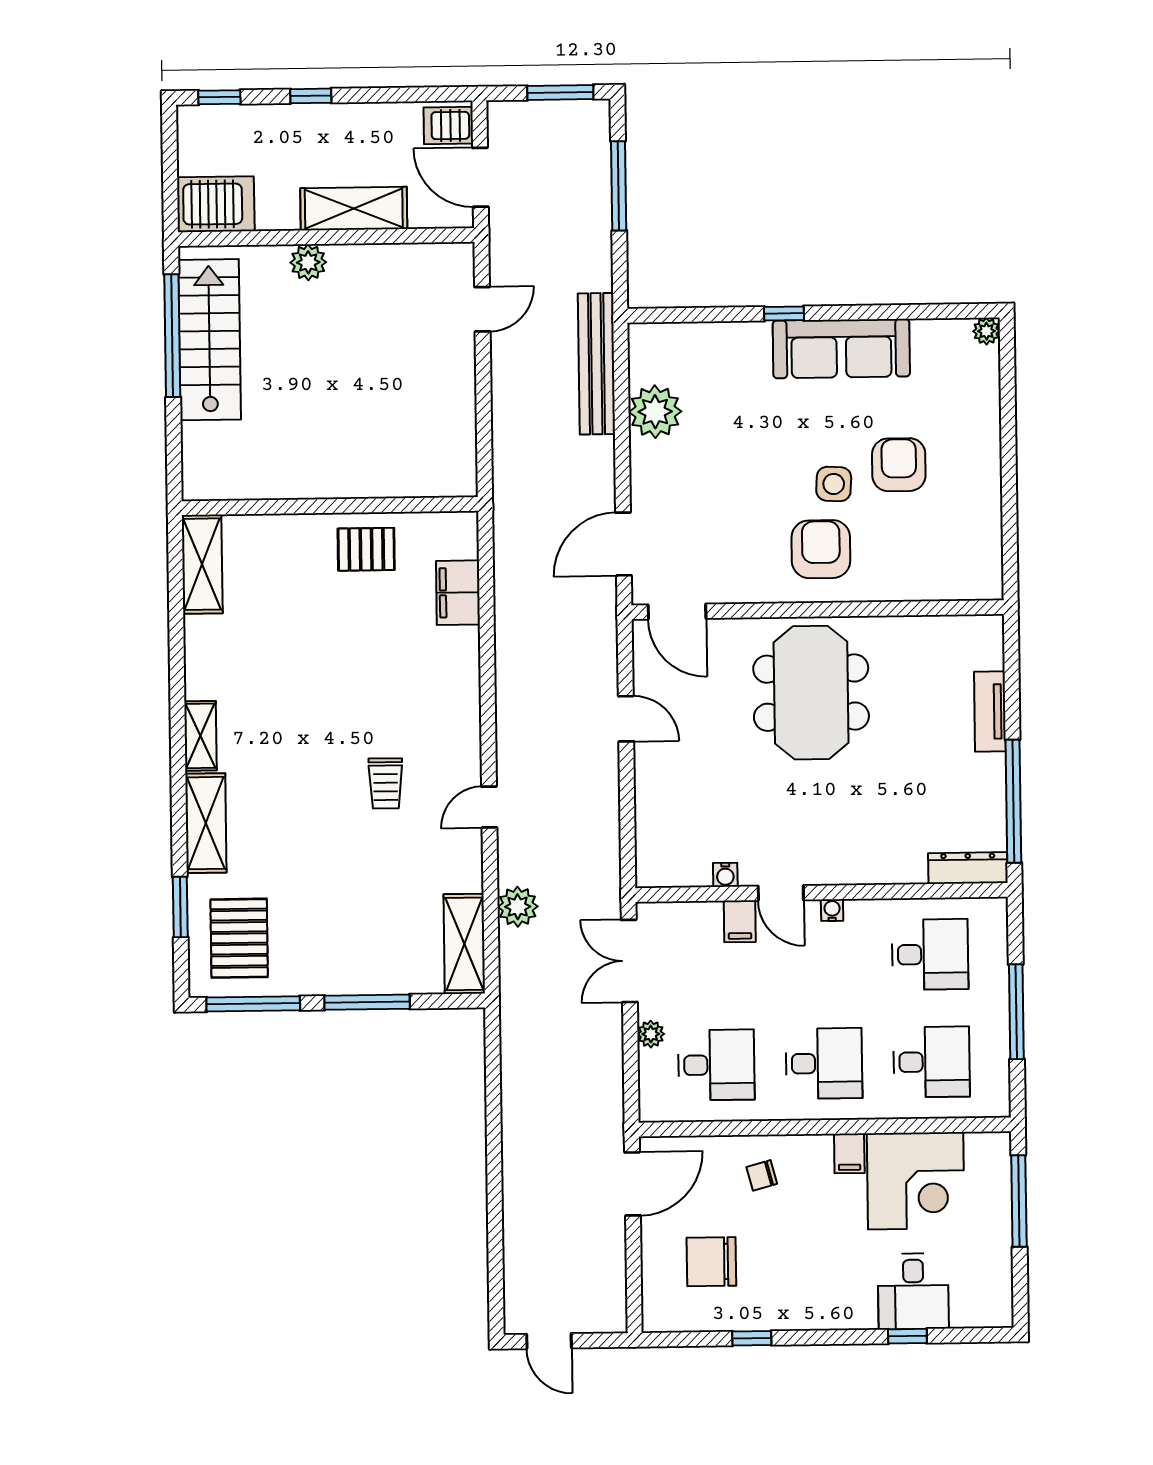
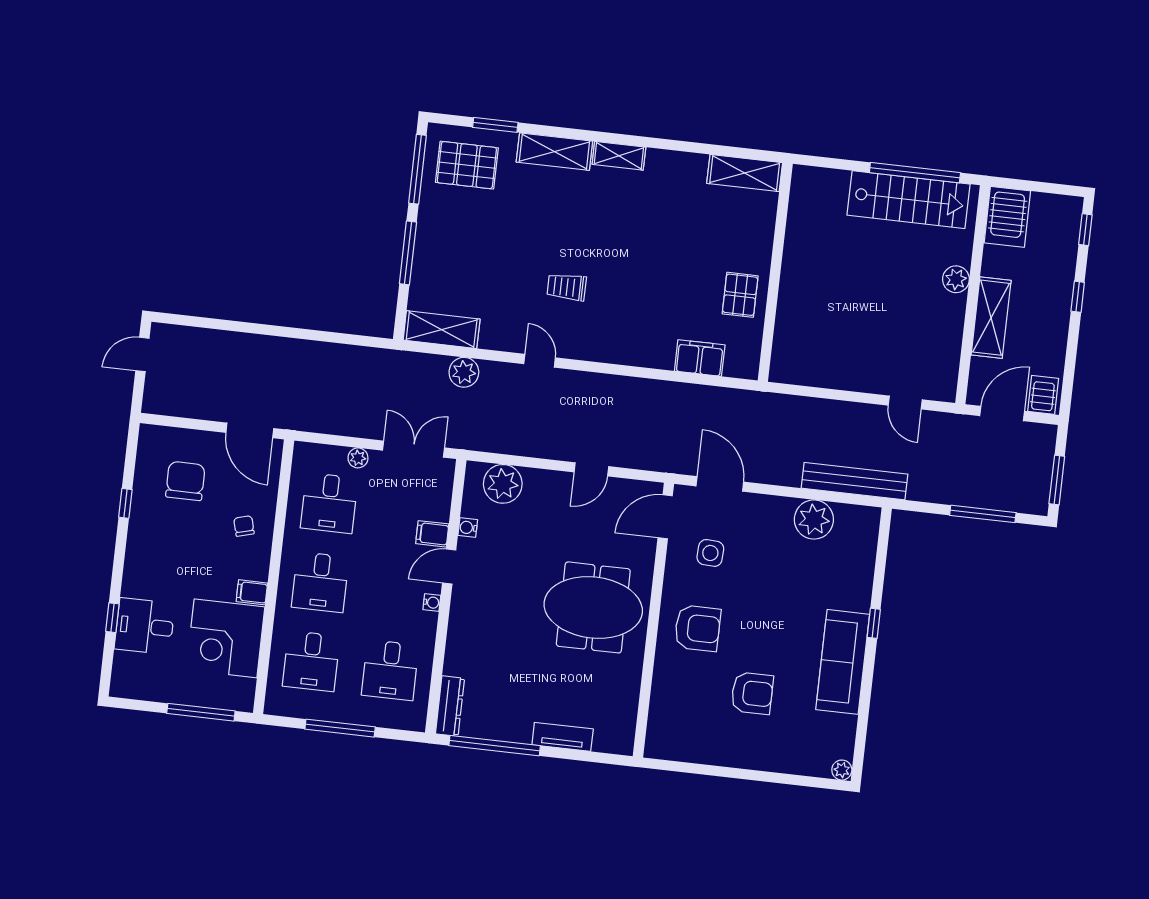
side table: (834, 484) -> (710, 553), moved
plant: (661, 835) -> (503, 484), added

